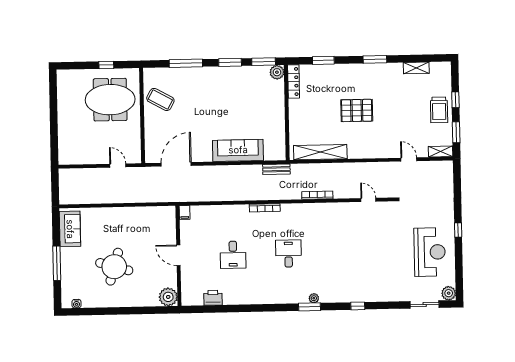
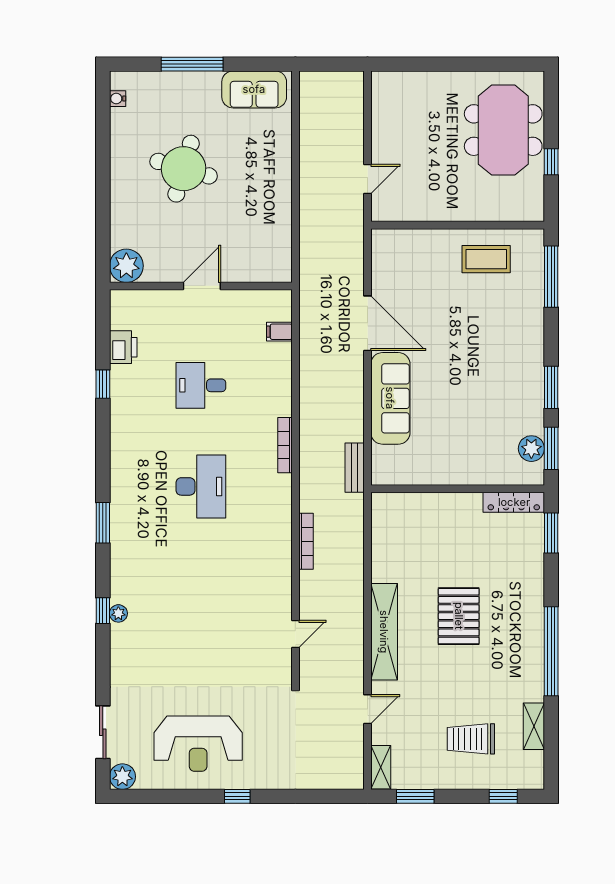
window: (375, 59) -> (551, 651), width x2.11
window: (323, 60) -> (551, 533), moved
window: (186, 63) -> (551, 277), moved
plant: (277, 72) -> (531, 449), moved
coffee table: (160, 99) -> (486, 259), turned 61
meeting table: (110, 100) -> (503, 130), moved
window: (455, 100) -> (503, 796), moved
trolley: (439, 110) -> (471, 739), moved
shelving: (320, 152) -> (384, 632), moved
door: (176, 164) -> (368, 323), moved
filing cabinet: (185, 213) -> (279, 332), moved
desk: (288, 254) -> (201, 486), width x1.37
plant: (314, 298) -> (118, 613), moved
window: (233, 309) -> (103, 384), added

